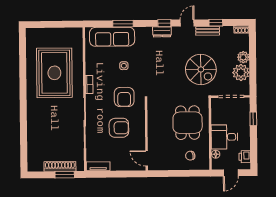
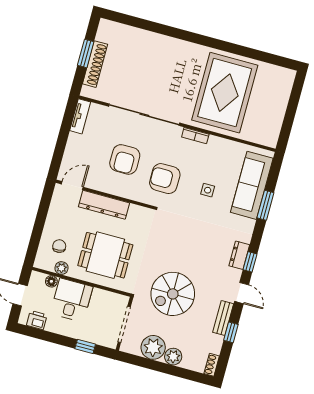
rug: (54, 73) -> (225, 93), turned 90
dresser: (154, 133) -> (104, 205), added
plant: (205, 150) -> (61, 268), added
window: (65, 175) -> (86, 54), moved

